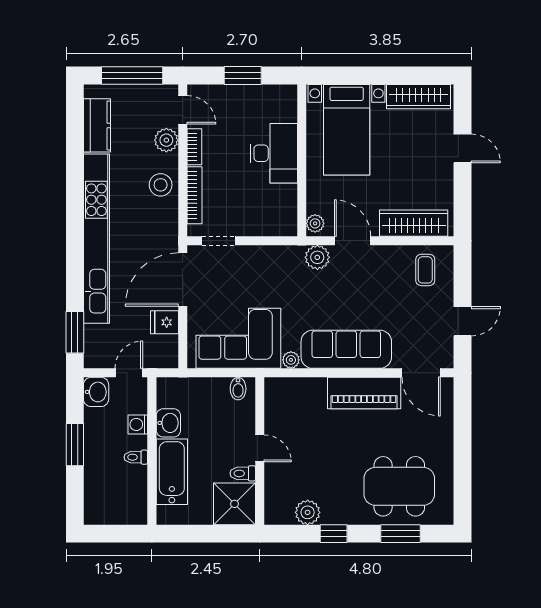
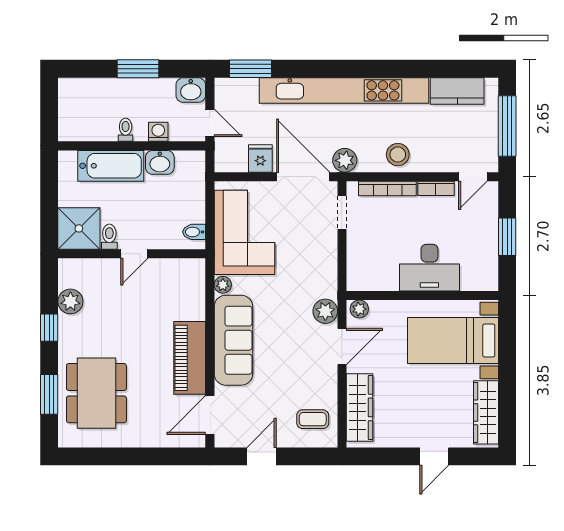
plant: (166, 140) -> (345, 160), moved
door: (462, 321) -> (261, 456), swing flipped

